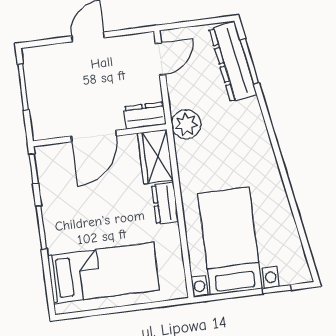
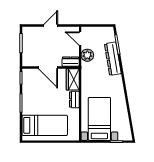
door: (160, 59) -> (80, 39), swing flipped
dresser: (233, 62) -> (113, 59), moved
plant: (186, 124) -> (87, 55), moved
door: (94, 136) -> (48, 67), hinge flipped

